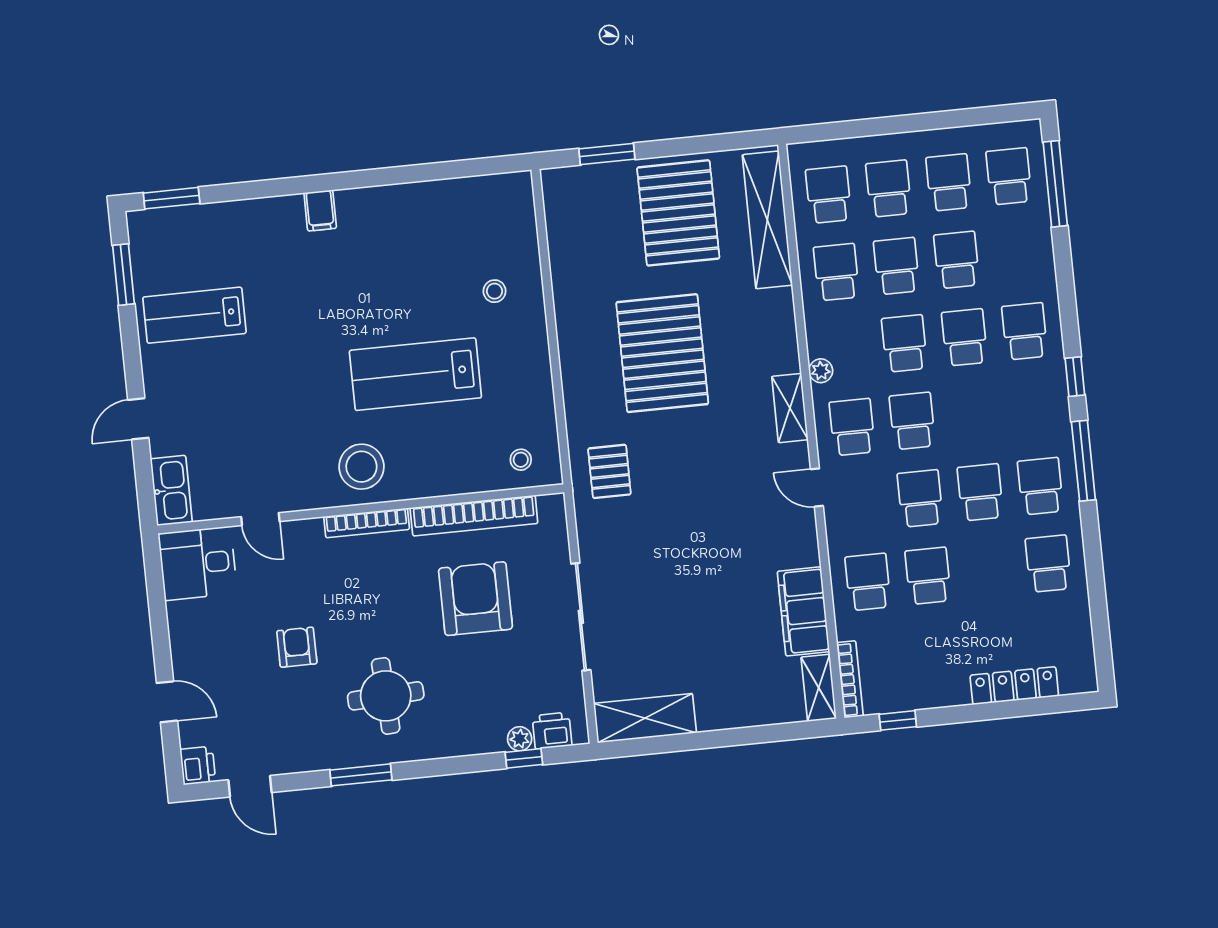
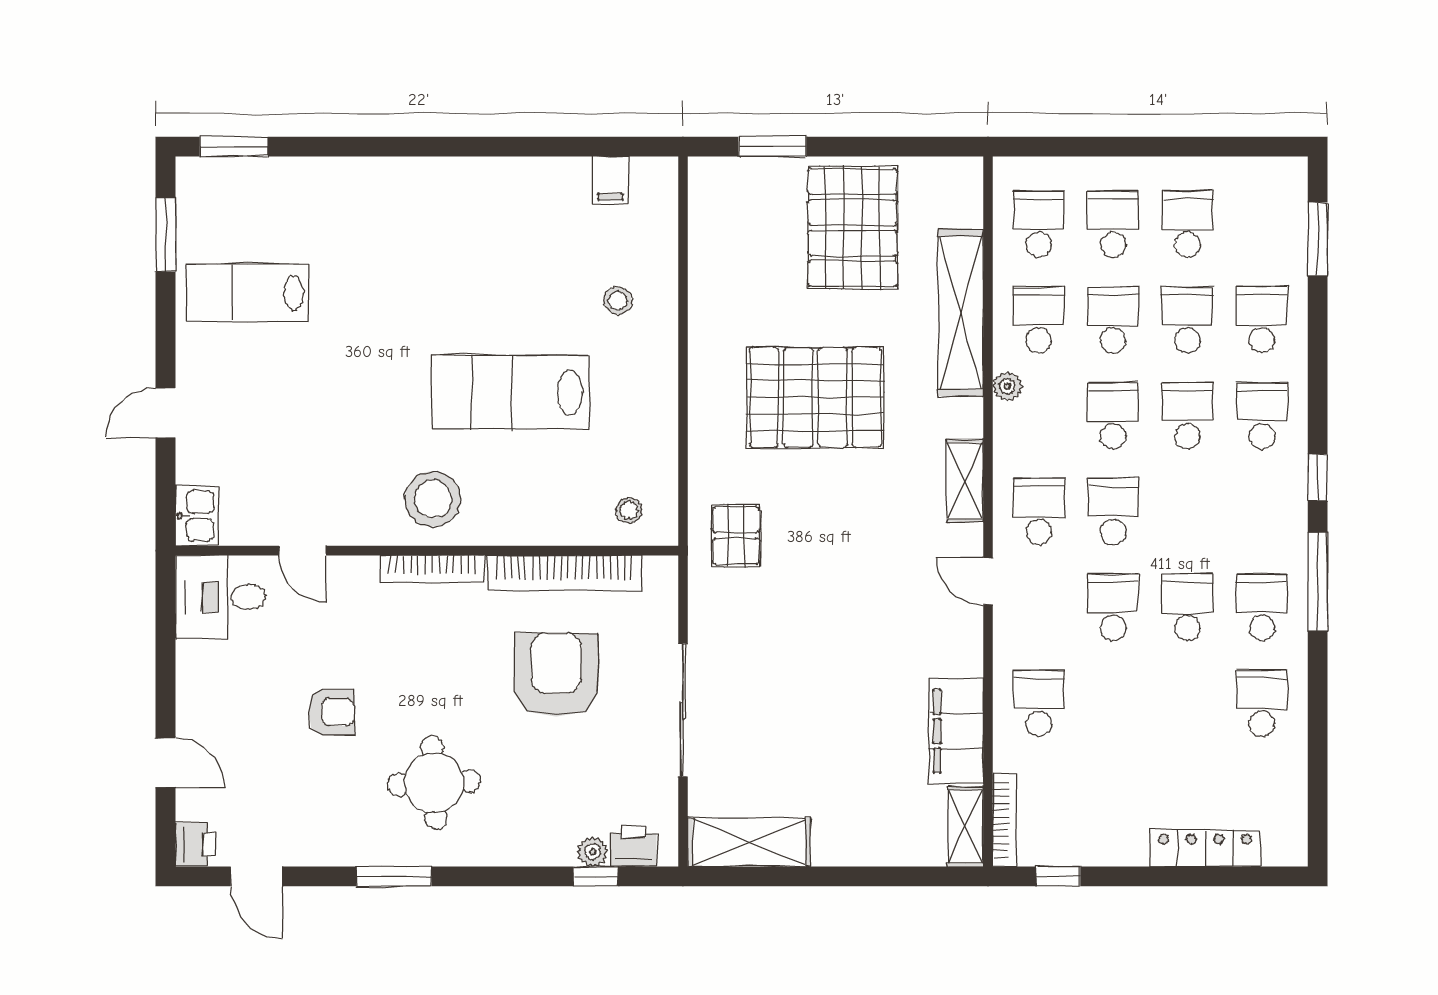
school desk: (1009, 176) -> (1262, 320), moved
window: (1055, 184) -> (1318, 239), width x0.69
filing cabinet: (320, 211) -> (610, 180), moved
shelving: (767, 220) -> (961, 313), moved
pallet: (662, 353) -> (815, 397), turned 90
plant: (821, 371) -> (1007, 386), moved
kitchen sink: (171, 490) -> (197, 516), width x0.73
school desk: (928, 576) -> (1113, 703), removed
armchair: (297, 647) -> (331, 712), turned 90

